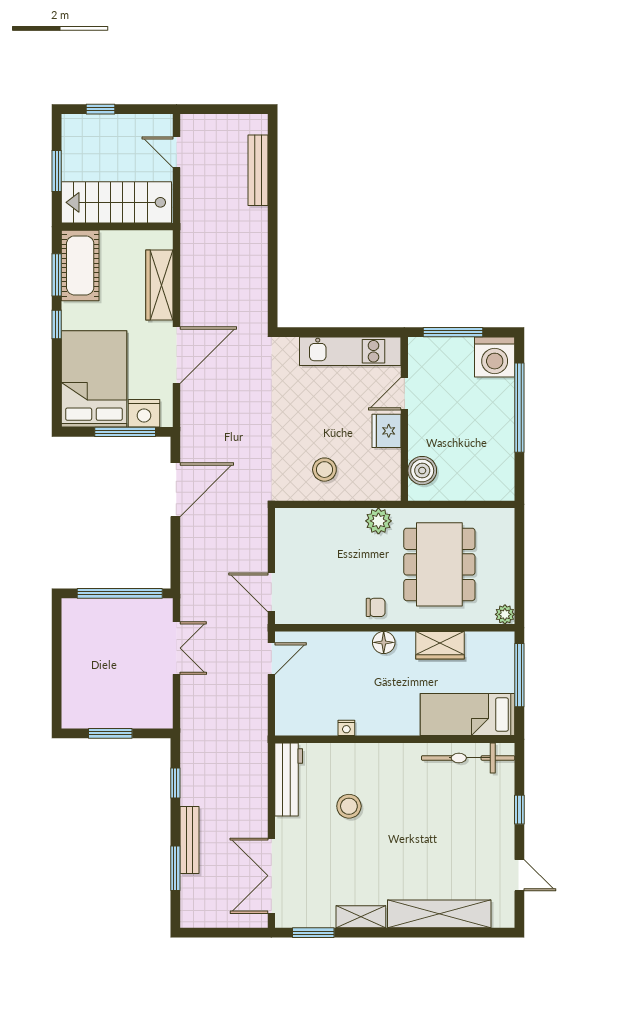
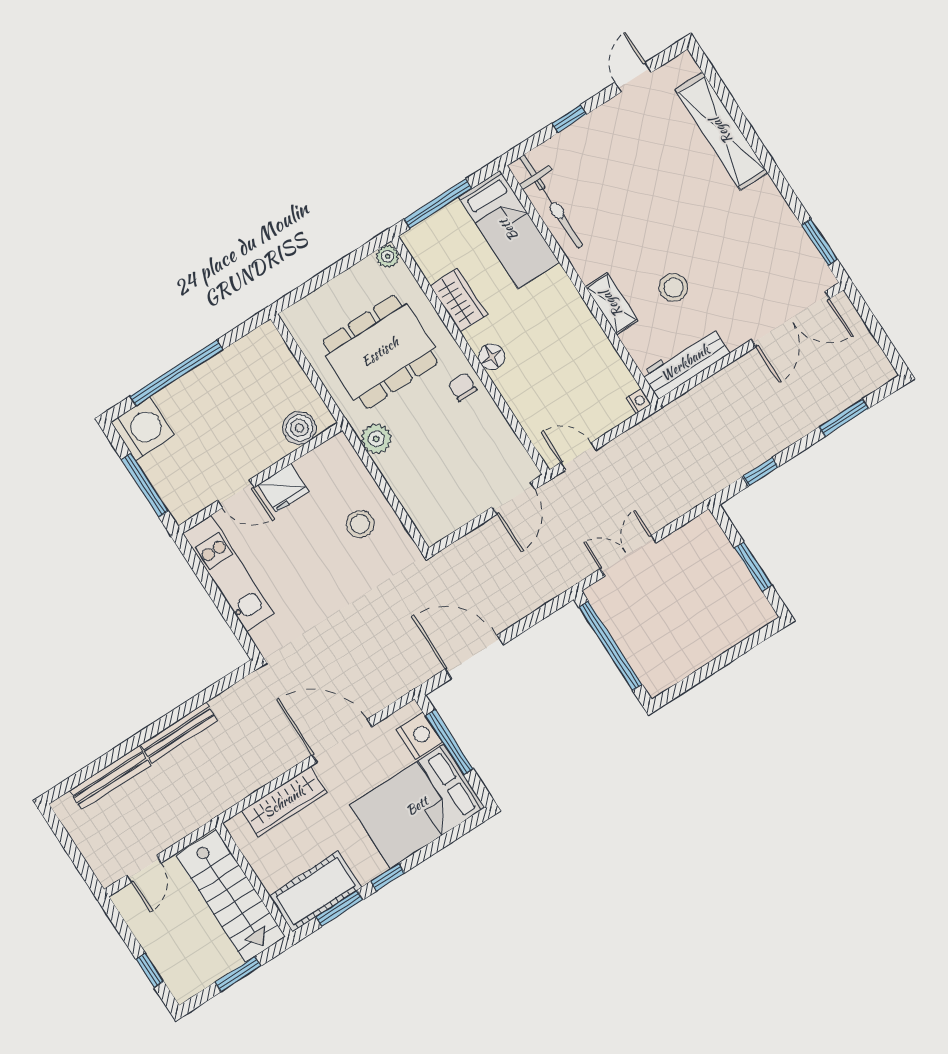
nightstand: (346, 728) -> (639, 401), moved
bench: (189, 840) -> (179, 733), moved
shelving: (361, 917) -> (612, 304), moved

